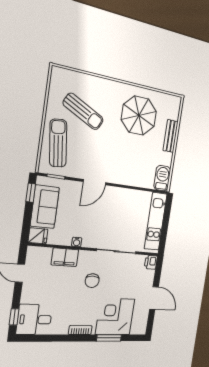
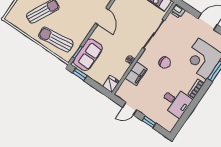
door: (94, 182) -> (102, 16), moved
sofa: (45, 207) -> (88, 55), moved, turned 90
window: (14, 317) -> (149, 122), moved
desk: (34, 320) -> (176, 102), moved, turned -90

